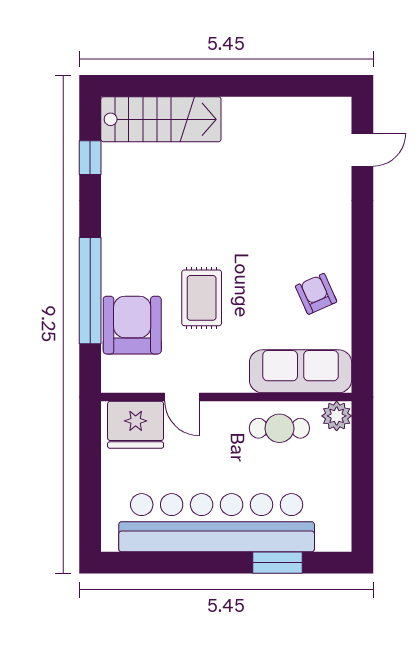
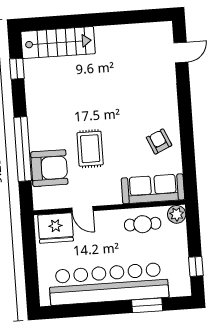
armchair: (132, 325) -> (49, 168), turned 90
window: (362, 504) -> (196, 266), added

